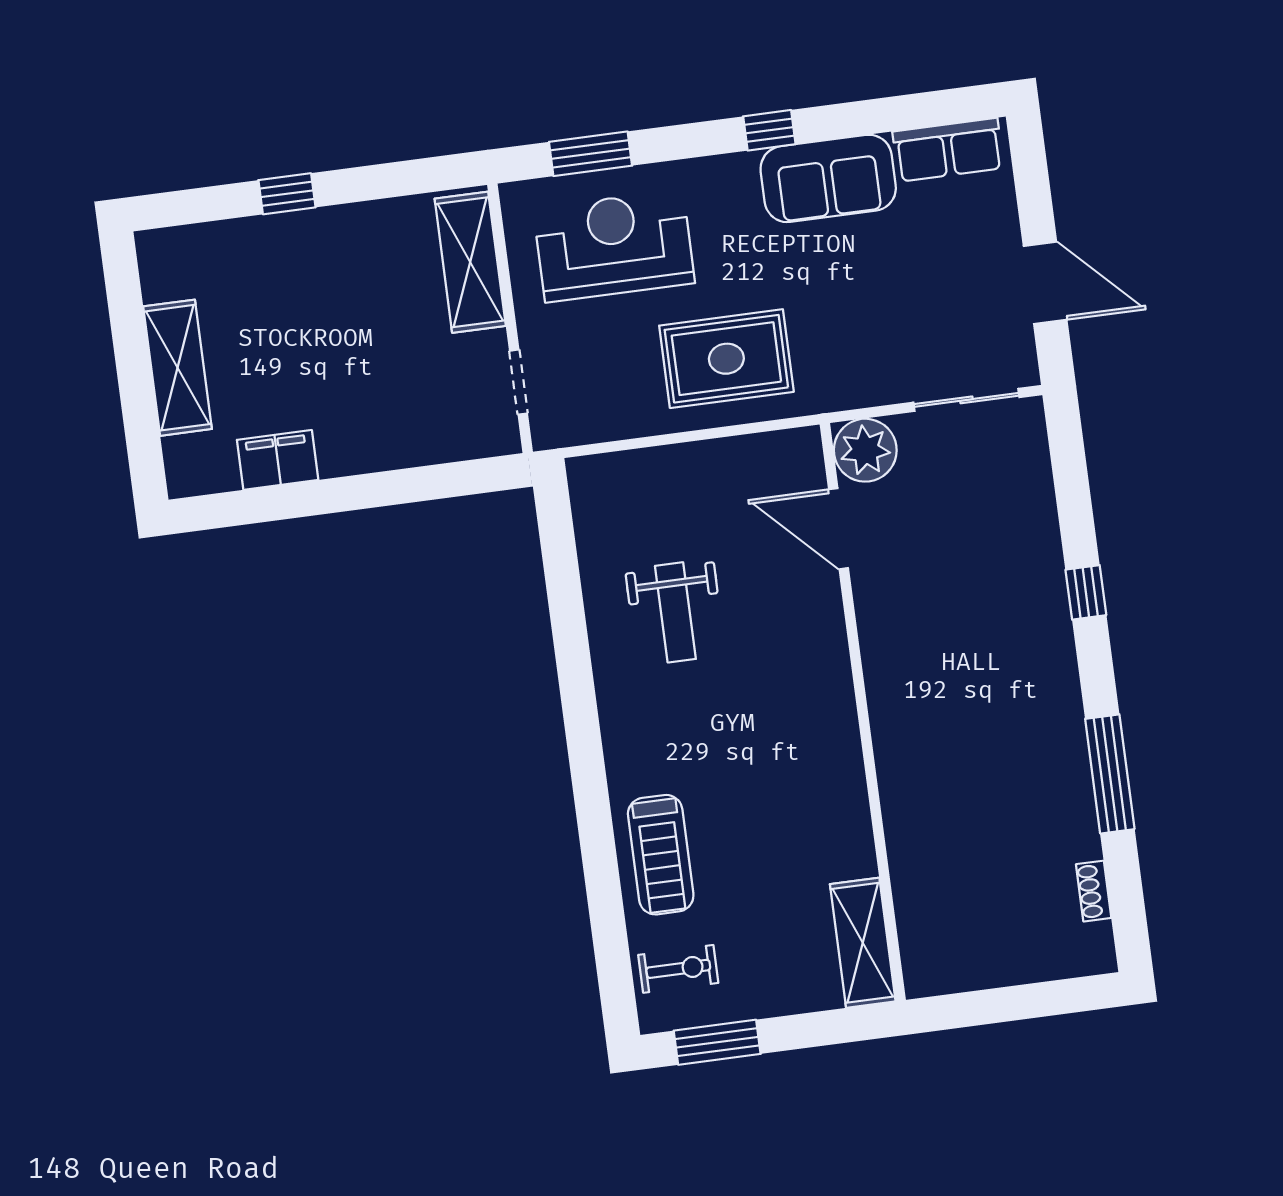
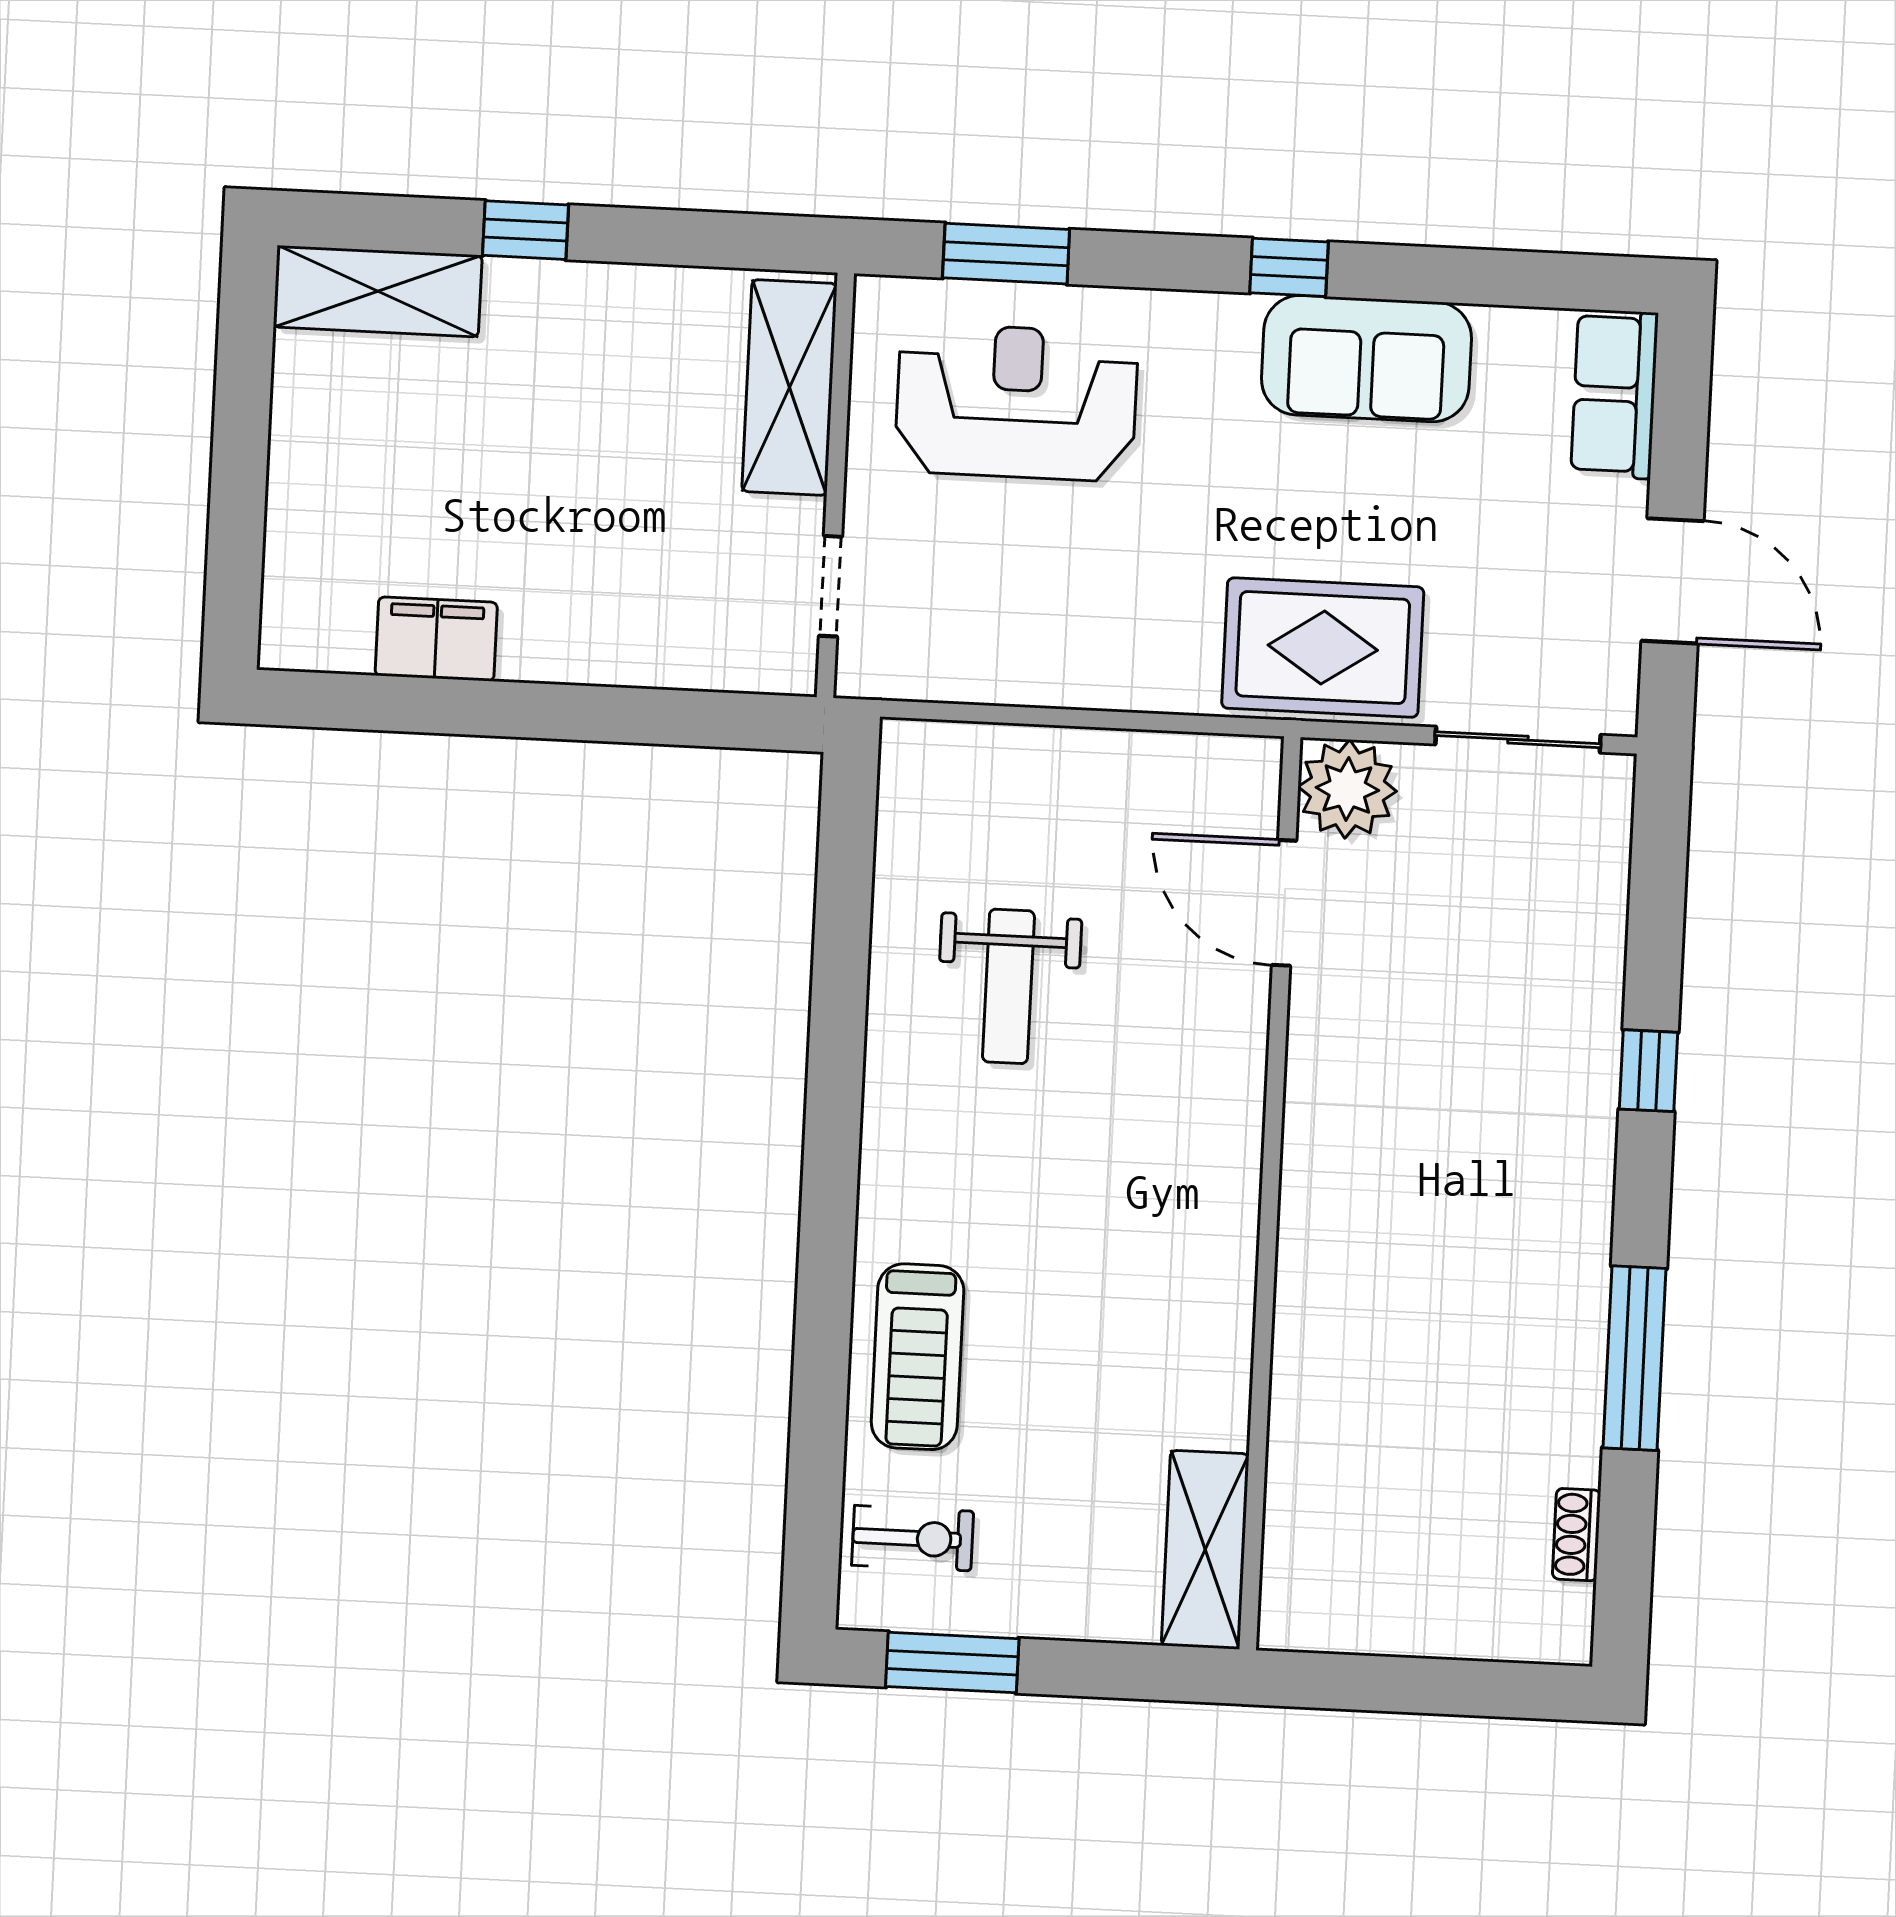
row of seats: (948, 150) -> (1614, 394), moved, turned 90
rug: (726, 359) -> (1323, 648), moved
shelving: (178, 368) -> (378, 291), moved, turned 90

